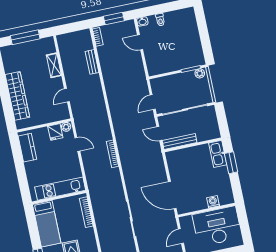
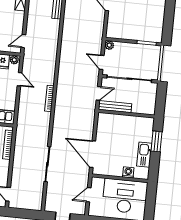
plant: (200, 73) -> (109, 45), moved
door: (67, 95) -> (23, 41), moved
door: (153, 102) -> (102, 62), hinge flipped
door: (159, 134) -> (99, 93), swing flipped
kitchen sink: (218, 154) -> (144, 155), moved

